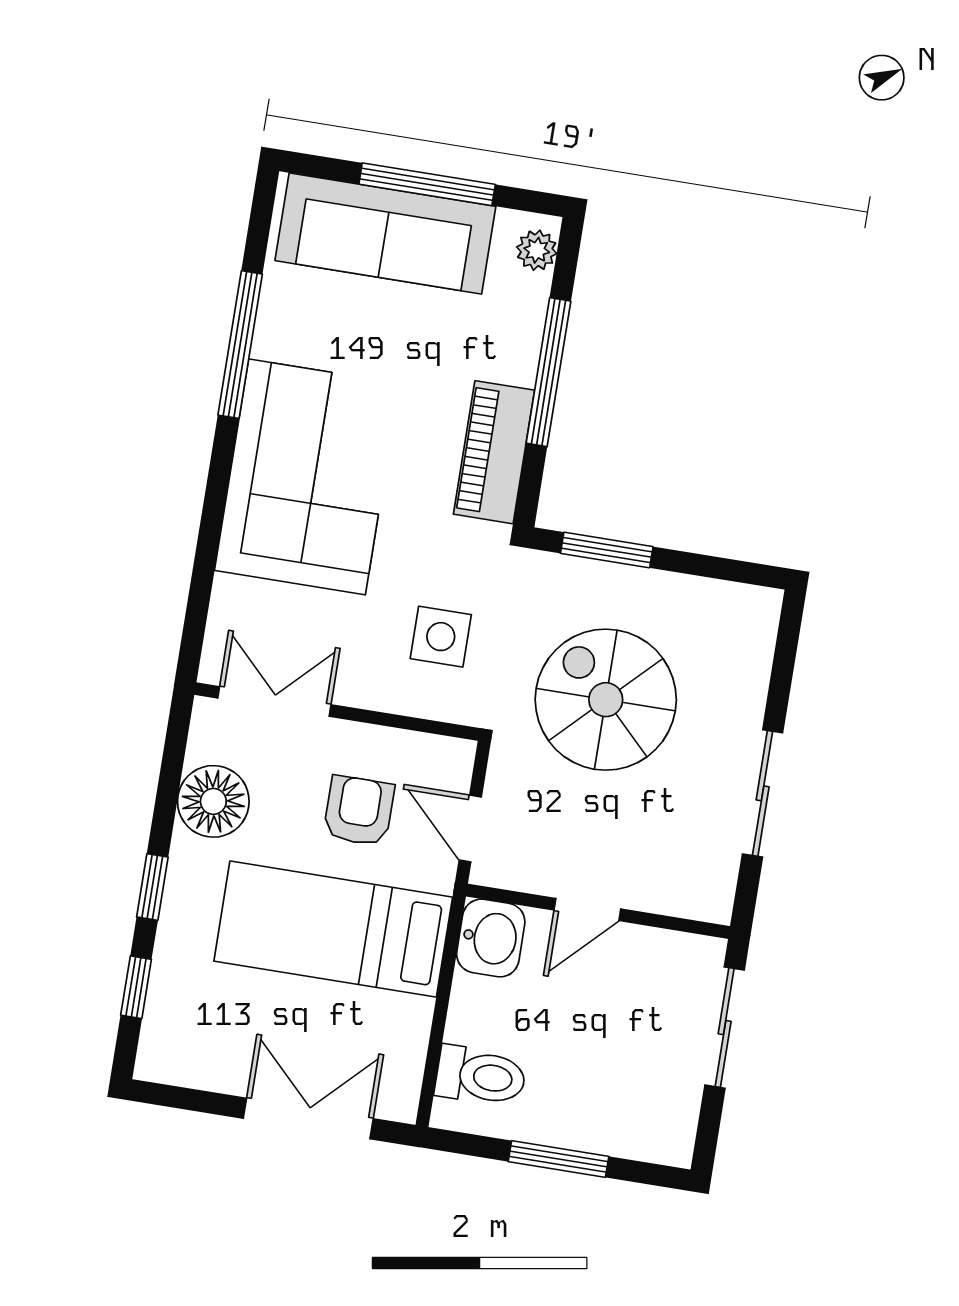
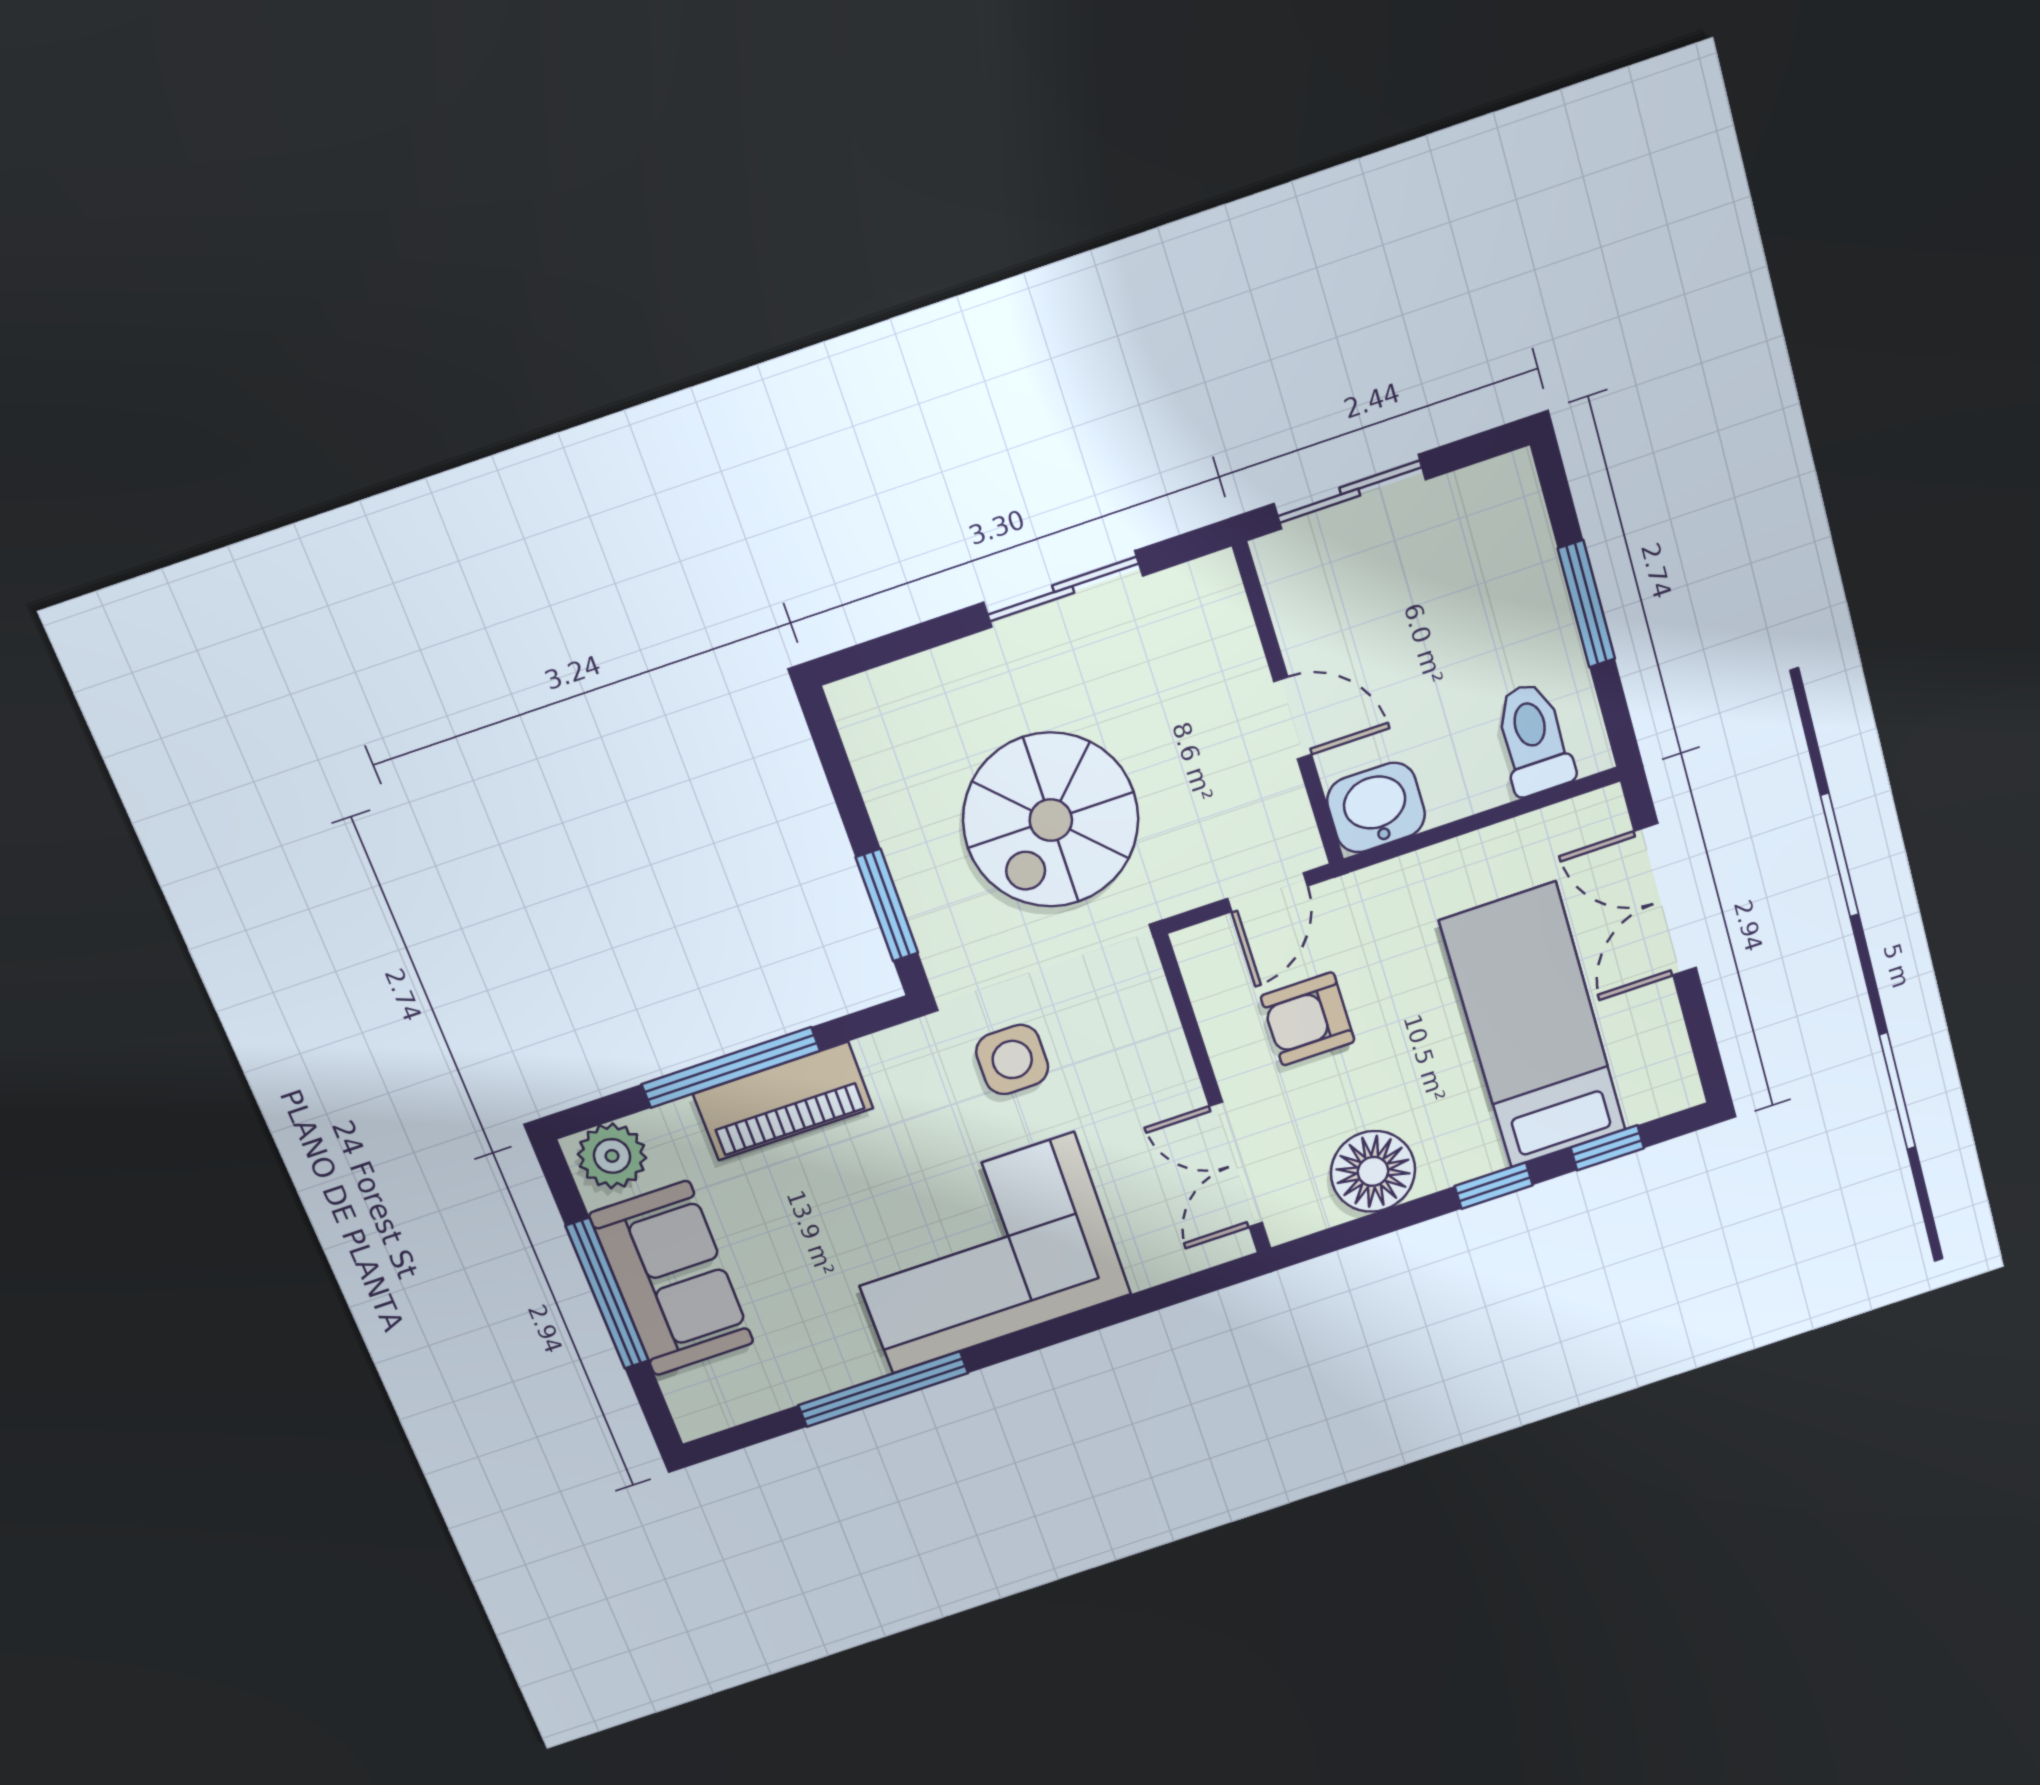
sofa: (385, 233) -> (672, 1279), width x0.73
plant: (537, 250) -> (612, 1156), width x1.38, depth x1.38
piano: (494, 452) -> (783, 1101), moved
side table: (441, 637) -> (1012, 1060), moved
bed: (333, 929) -> (1533, 1026), moved, turned 180

